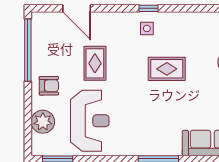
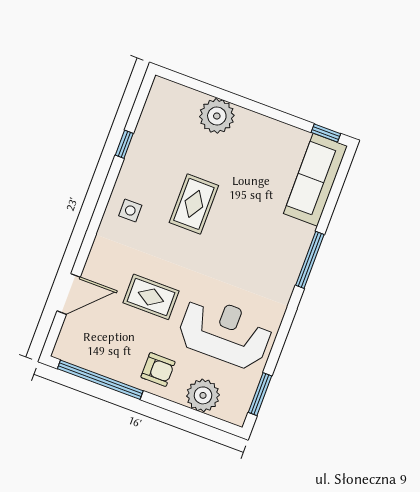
window: (149, 8) -> (124, 144), moved
armchair: (49, 86) -> (158, 370), turned 90

